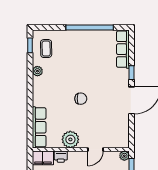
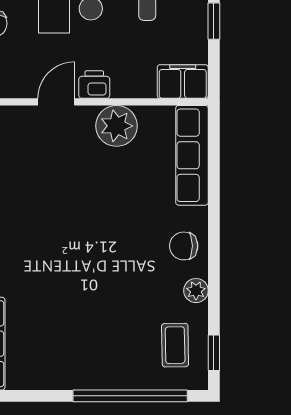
window: (90, 27) -> (130, 396), moved
chair: (81, 99) -> (184, 246), moved
printer: (61, 157) -> (94, 85), moved

